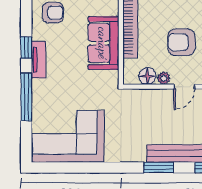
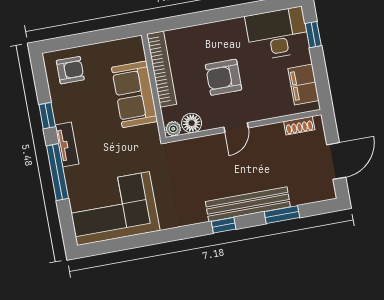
tv unit: (39, 60) -> (67, 144), moved
plant: (164, 78) -> (173, 129), moved
window: (159, 167) -> (224, 225), width x0.67

